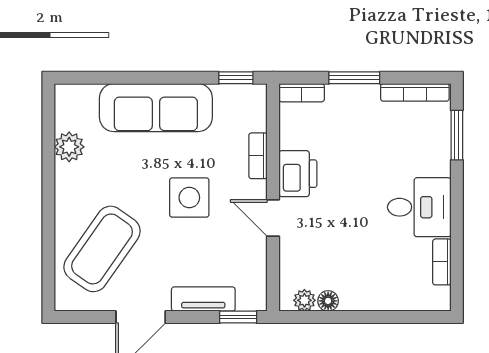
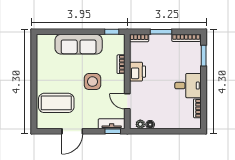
plant: (69, 147) -> (43, 60), removed
door: (273, 218) -> (127, 101), moved
coffee table: (102, 249) -> (56, 103), turned 55
tv unit: (203, 299) -> (112, 124), moved

